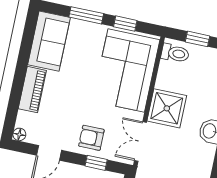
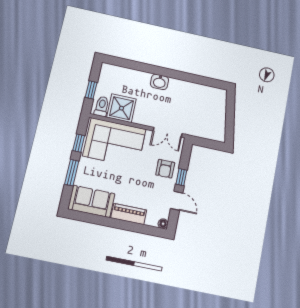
shower: (167, 108) -> (121, 108), moved
window: (96, 163) -> (181, 177), moved

